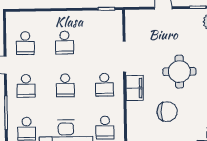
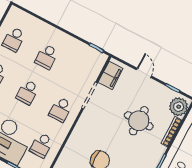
round table: (179, 72) -> (139, 121), moved
filing cabinet: (135, 88) -> (110, 76), moved

